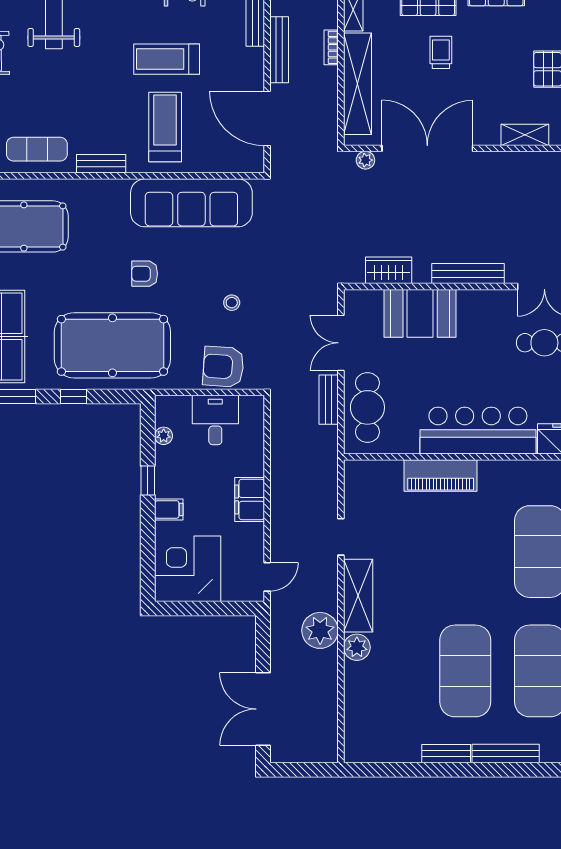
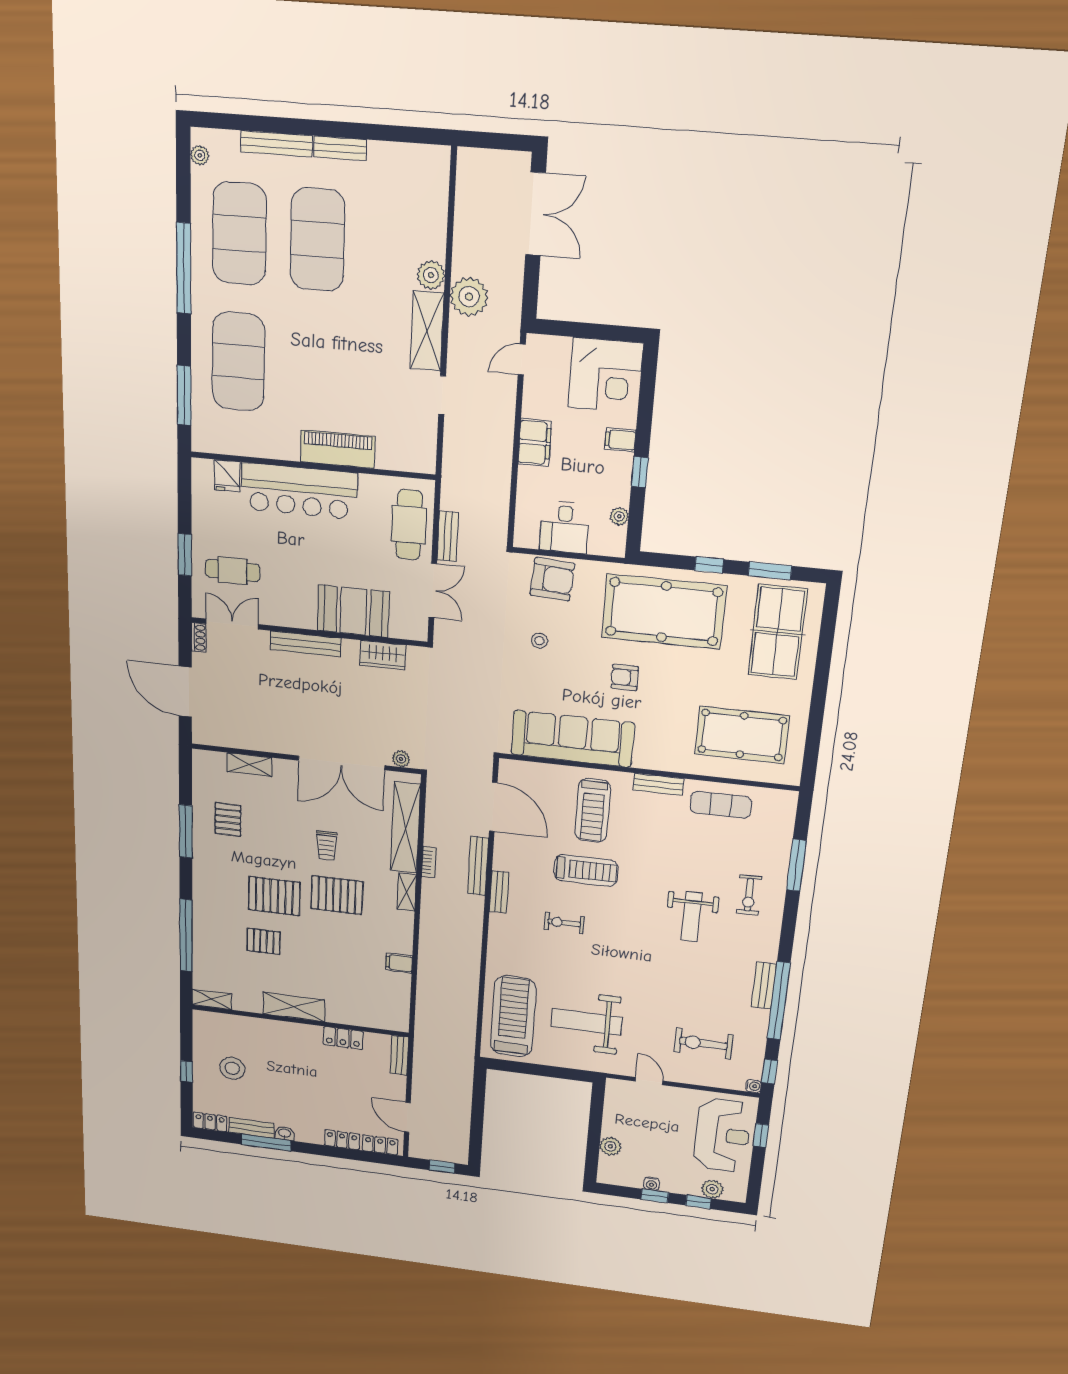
armchair: (145, 274) -> (625, 677), turned 180

